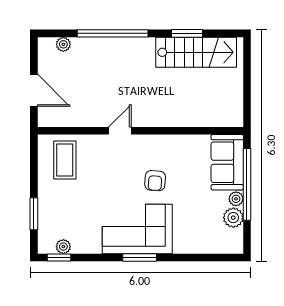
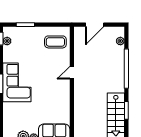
door: (120, 131) -> (72, 73), swing flipped
armchair: (155, 181) -> (44, 92), removed

